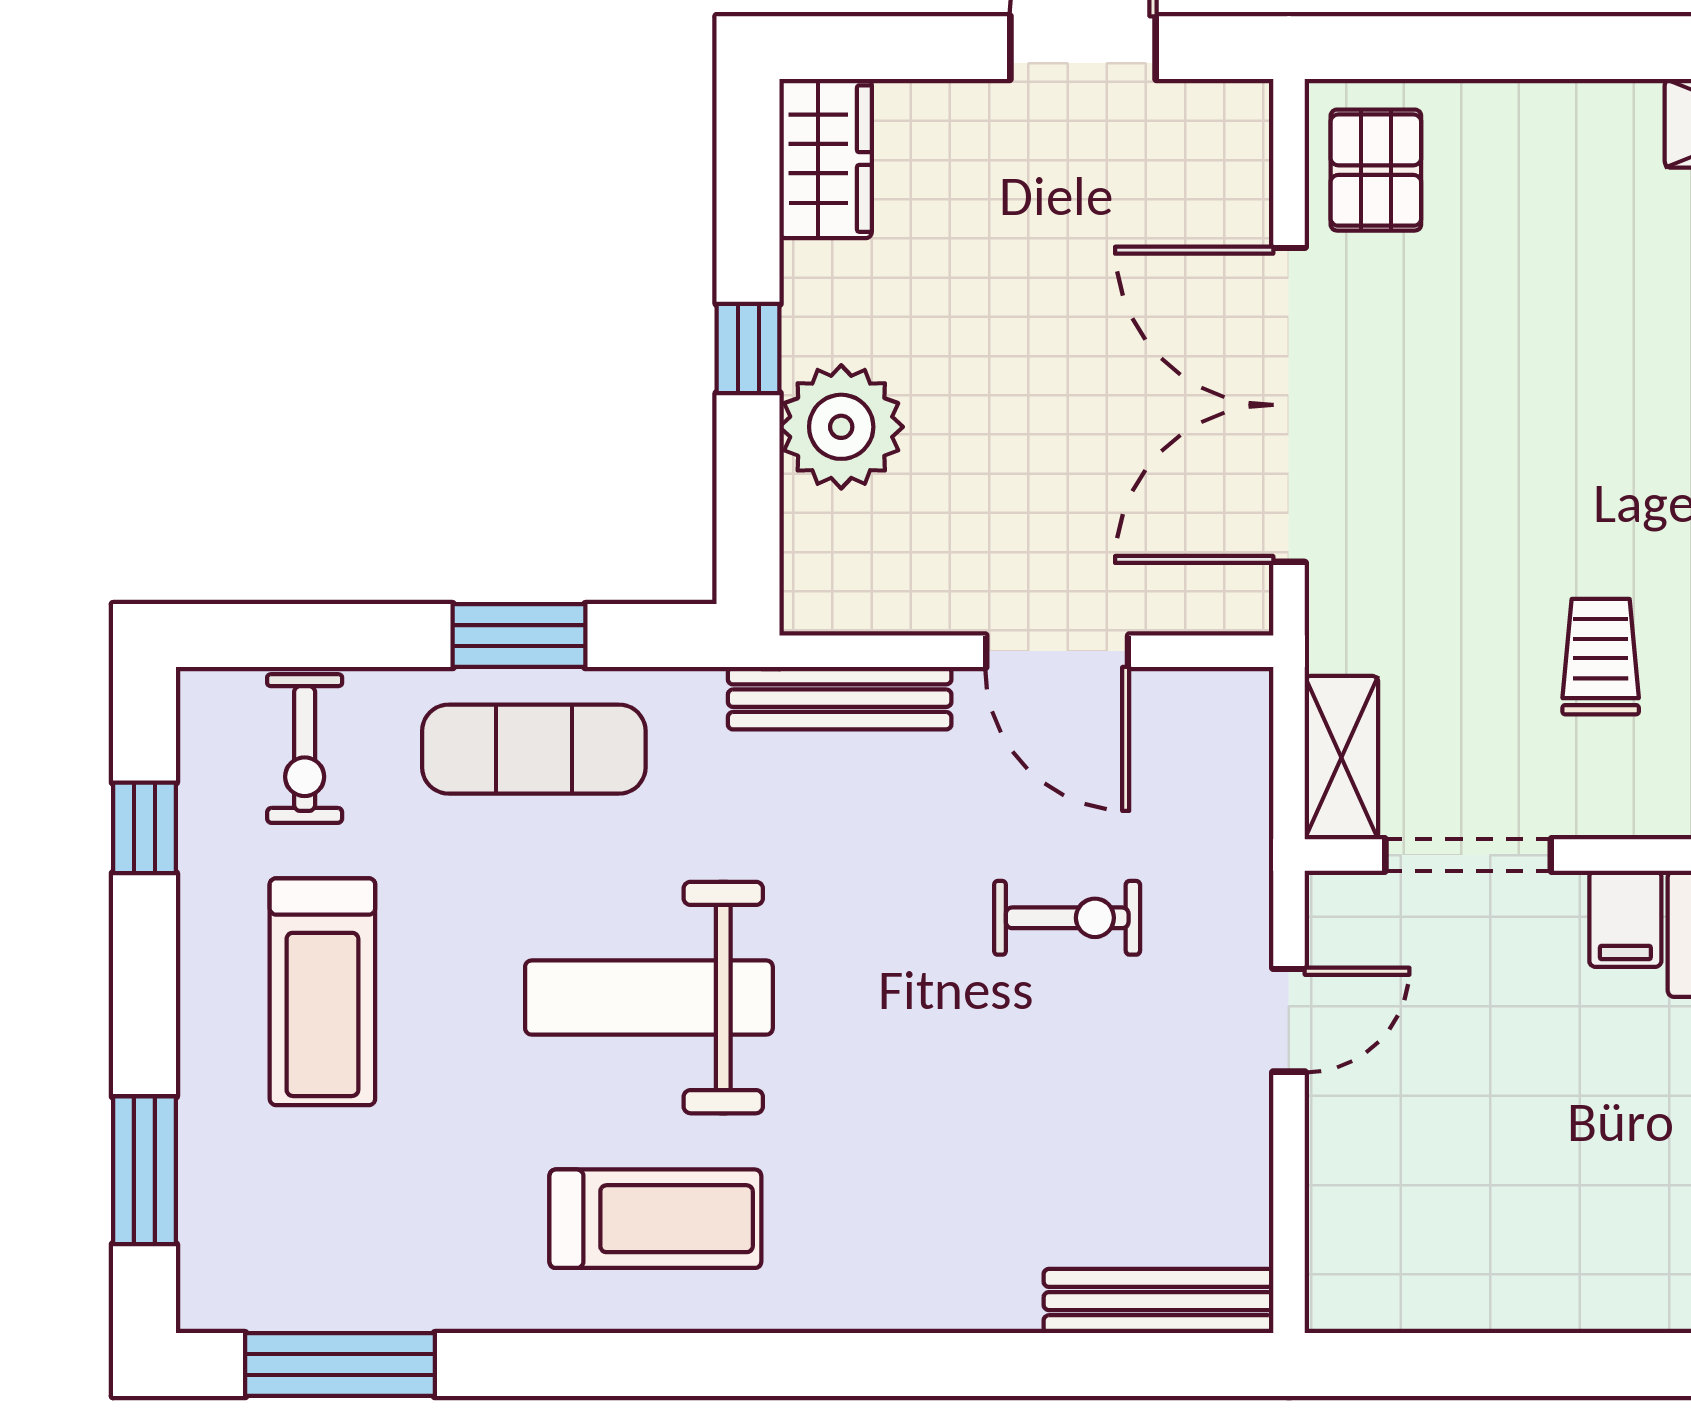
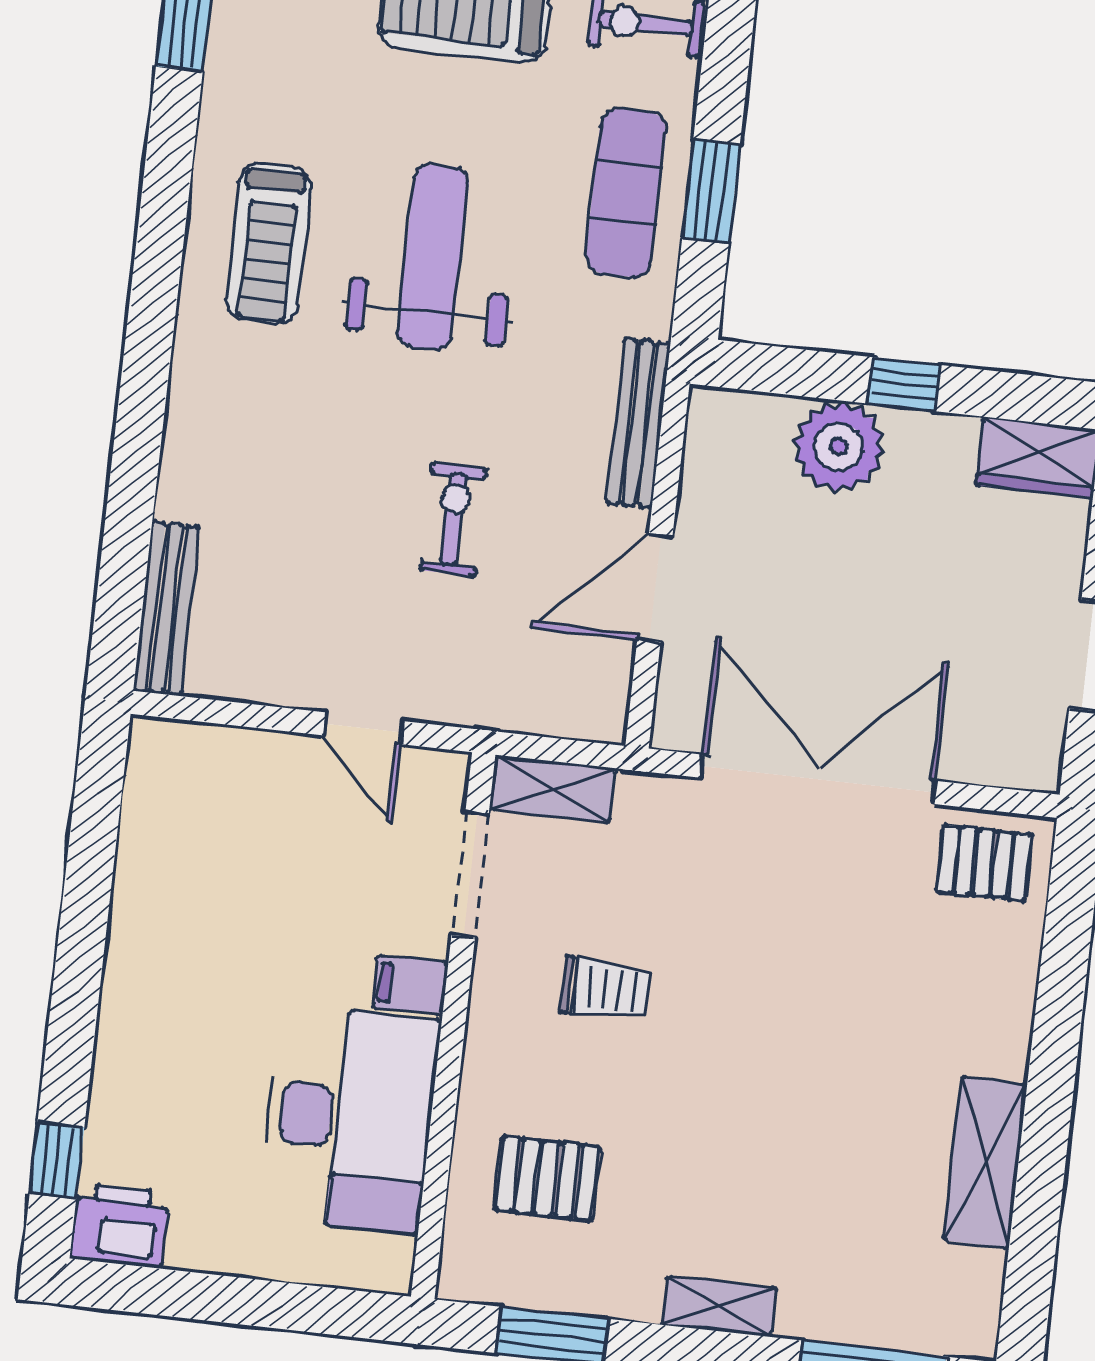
exercise bike: (1067, 918) -> (453, 519), moved, turned 180

